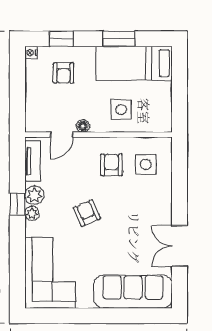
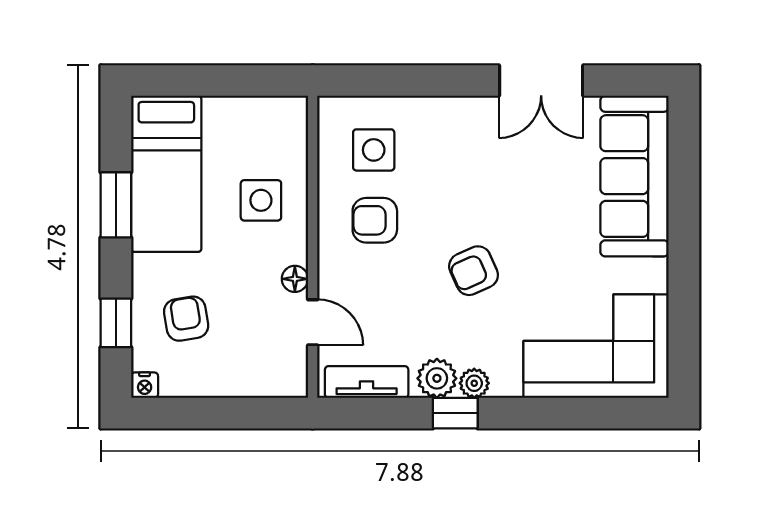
armchair: (63, 73) -> (186, 319), turned -99

